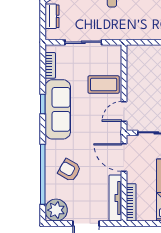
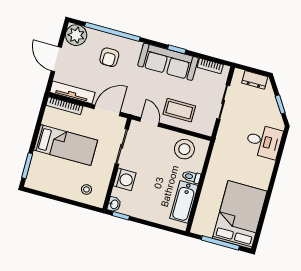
stool: (142, 68) -> (184, 149), added
coffee table: (104, 85) -> (179, 110), turned 90
armchair: (69, 170) -> (109, 57), turned 150

